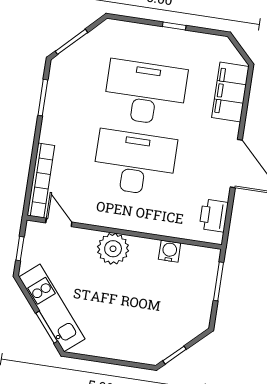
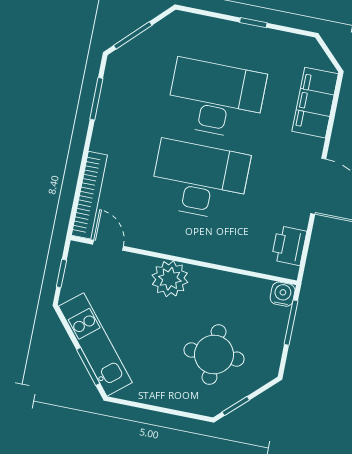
water cooler: (170, 251) -> (283, 294), moved
round table: (154, 312) -> (214, 355), added

